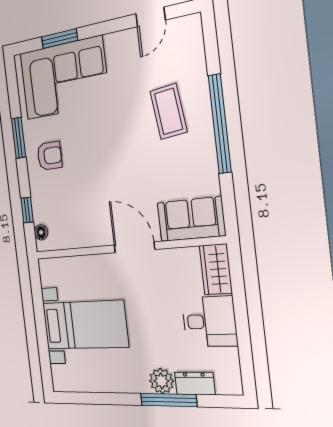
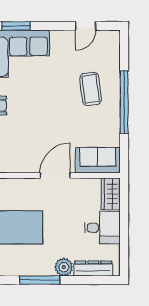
door: (134, 247) -> (55, 176), hinge flipped
dresser: (195, 383) -> (93, 269), width x1.44
window: (169, 400) -> (40, 280), moved

